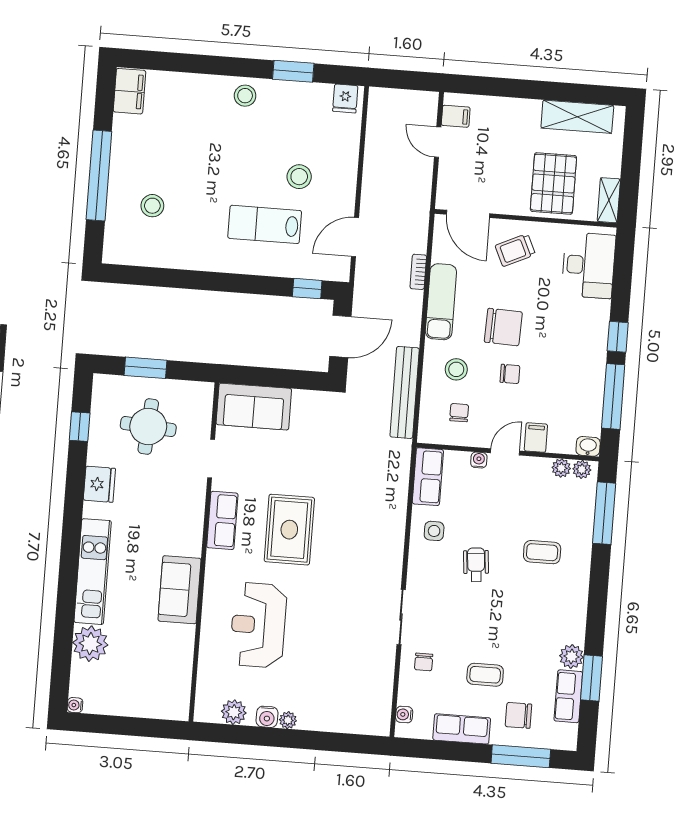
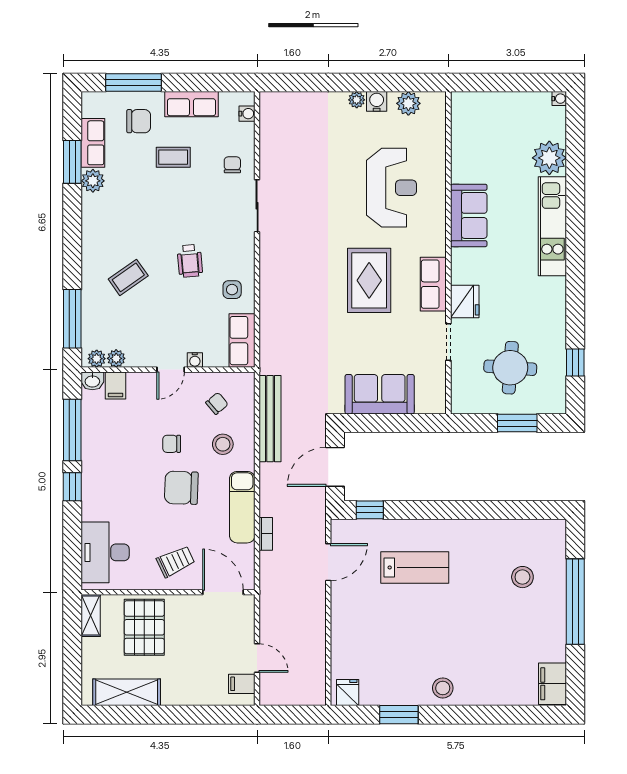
stool: (299, 177) -> (386, 615), removed
sofa: (254, 407) -> (380, 394), moved
chair: (459, 413) -> (217, 403), turned -130
filing cabinet: (536, 438) -> (116, 385), moved
fridge: (99, 484) -> (465, 301), moved, turned 180
coffee table: (542, 552) -> (128, 277), turned -35

